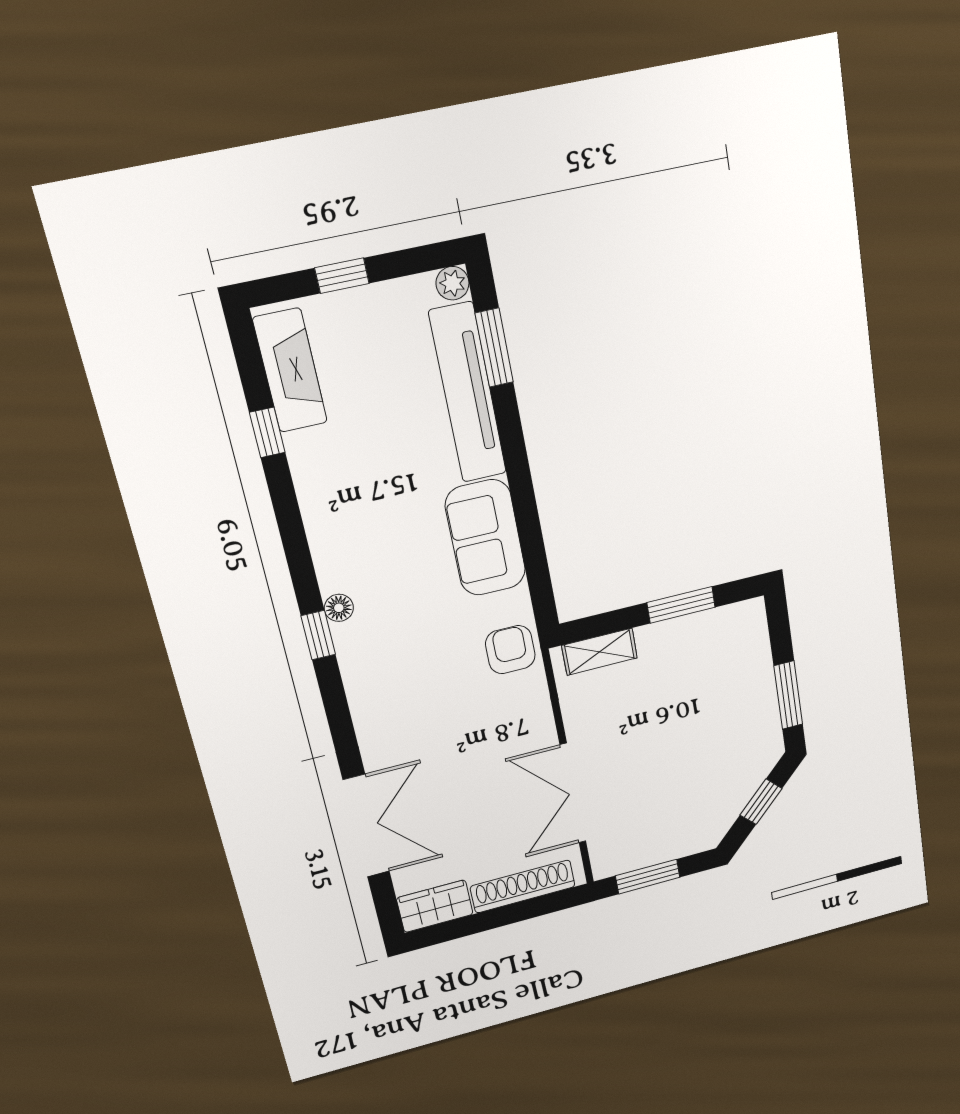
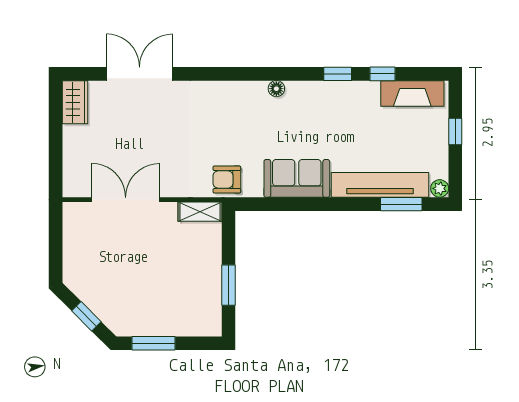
window: (318, 635) -> (338, 74), moved
armchair: (510, 650) -> (227, 180), turned 180
shelving: (600, 652) -> (200, 212), moved, turned 90
double door: (366, 826) -> (140, 74), swing flipped
window: (648, 877) -> (56, 236), removed
shoe rack: (523, 886) -> (72, 158), removed

